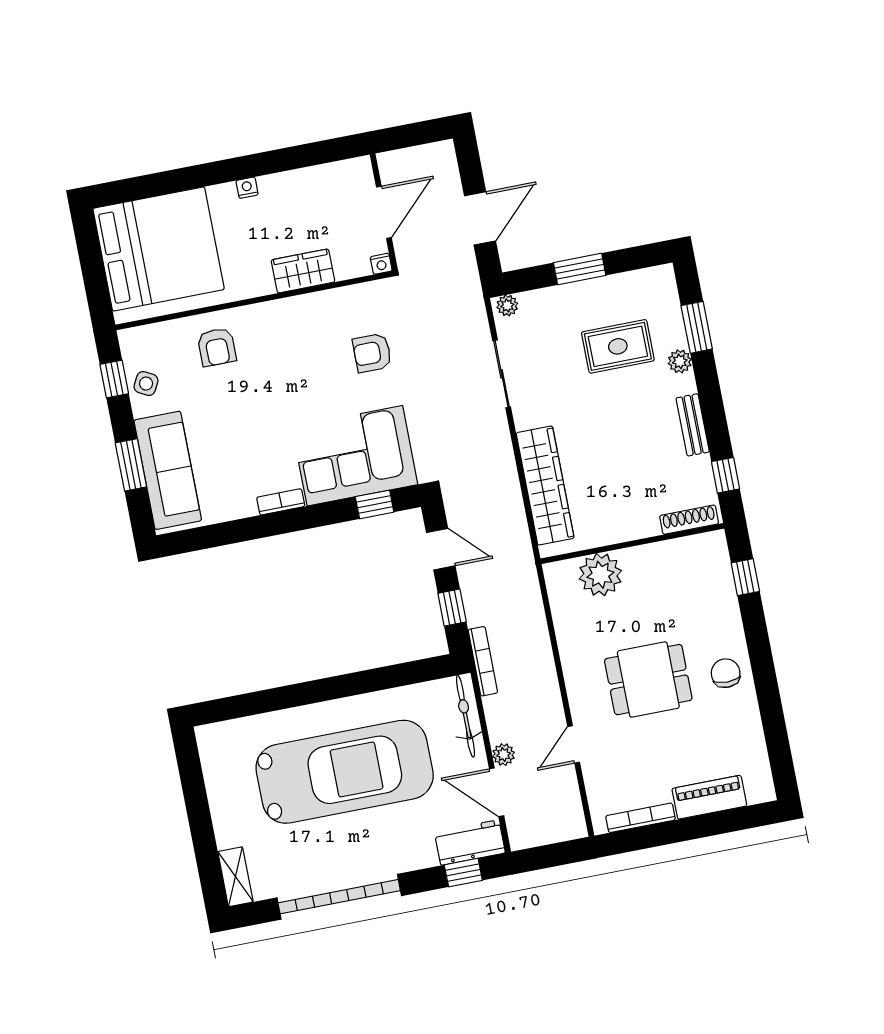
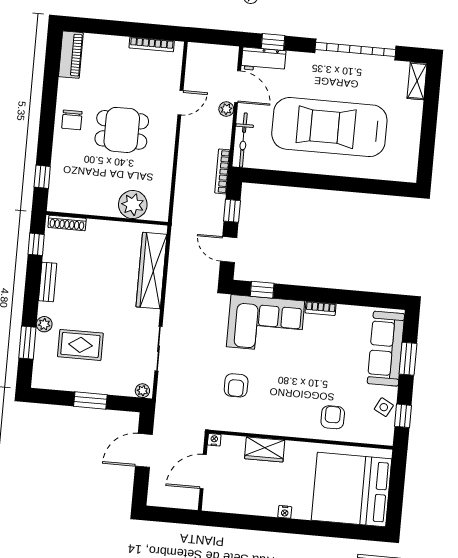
armchair: (372, 353) -> (236, 385), turned 90
piano: (709, 797) -> (71, 55), moved, turned -90

